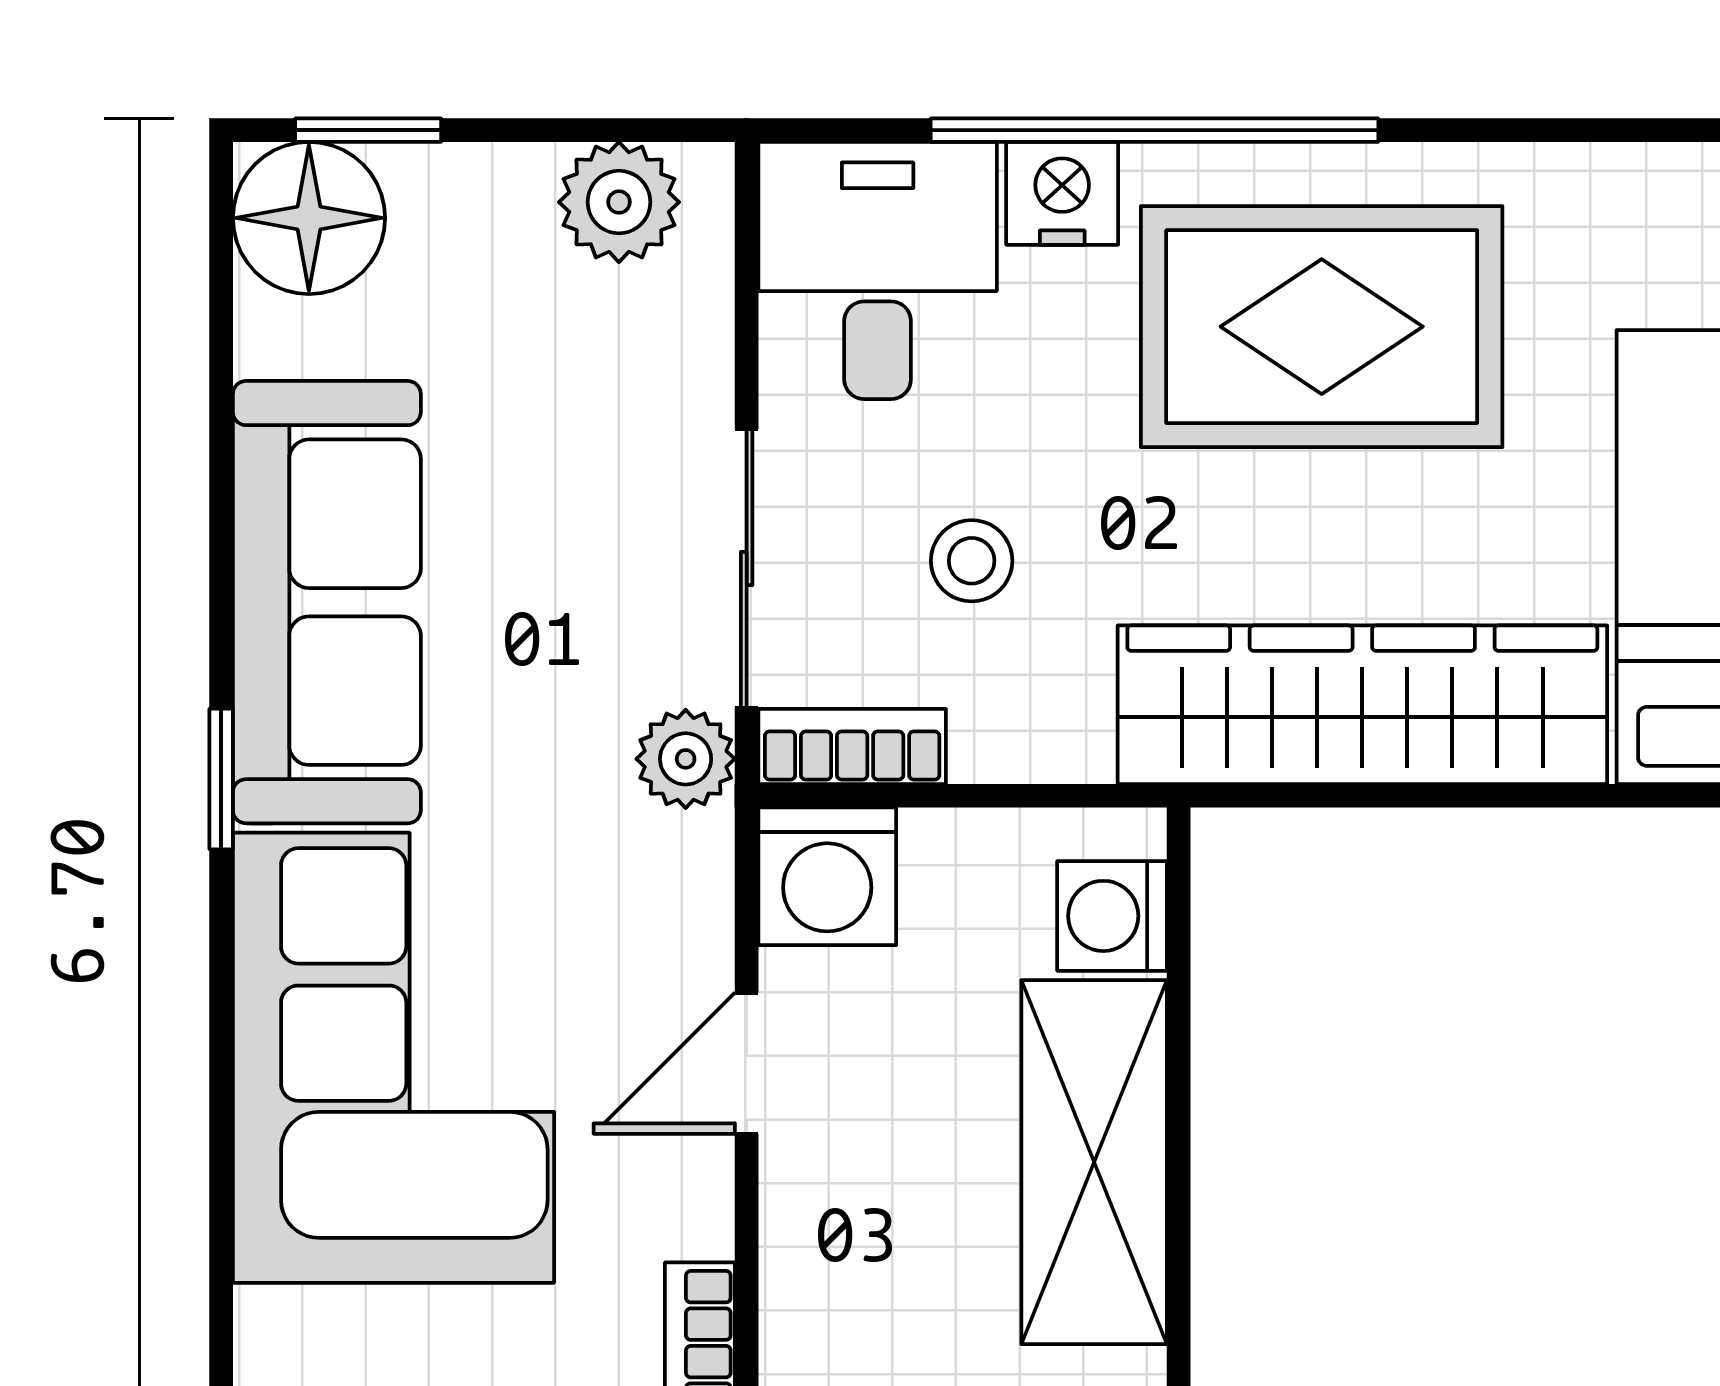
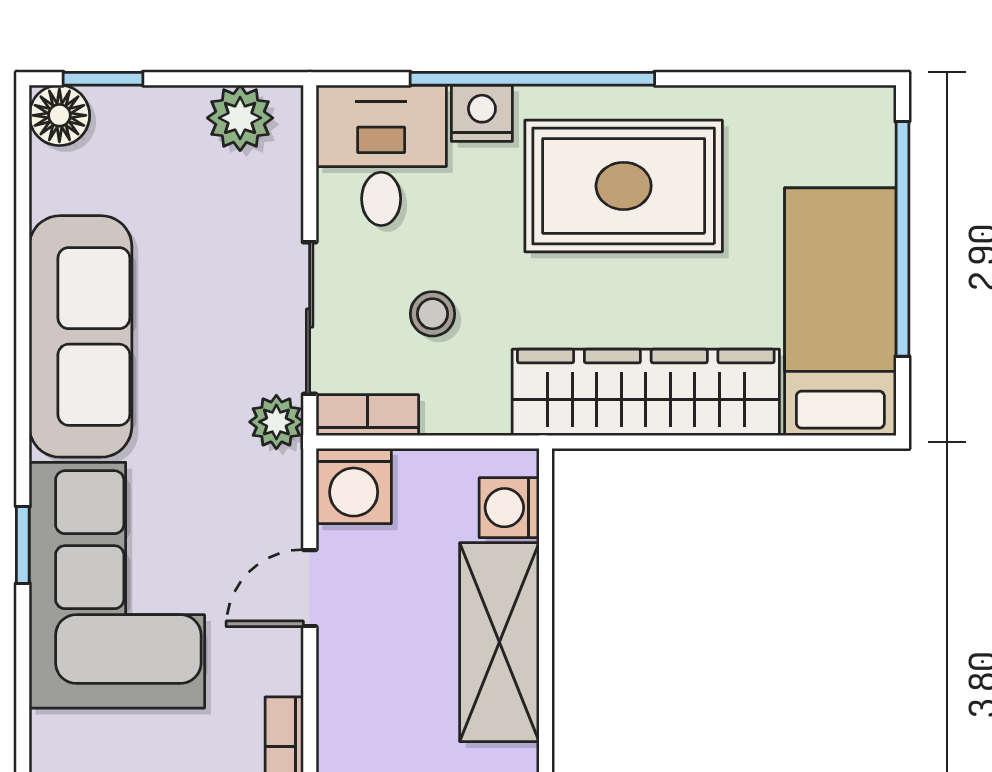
floor lamp: (309, 218) -> (59, 115), width x0.73, depth x0.73
window: (221, 779) -> (23, 545), moved

